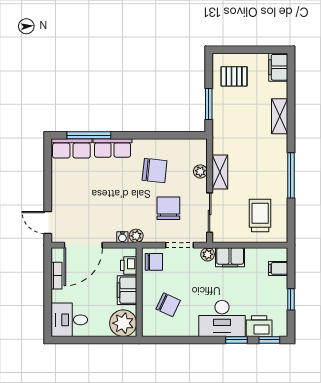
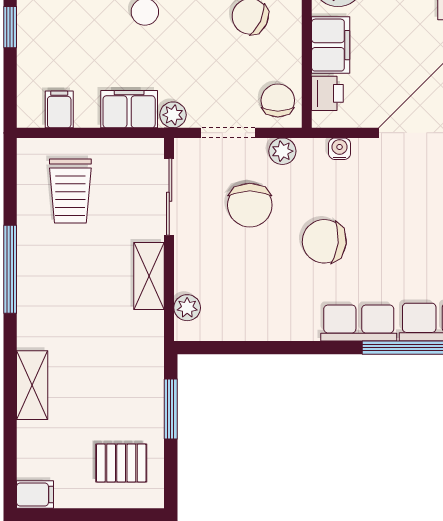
filing cabinet: (278, 67) -> (35, 494), width x0.50
chair: (155, 170) -> (324, 241), moved
plant: (200, 171) -> (187, 308), moved
plant: (136, 236) -> (282, 151), moved
chair: (154, 262) -> (278, 100), turned 90
filing cabinet: (278, 268) -> (59, 109), moved, turned -90

